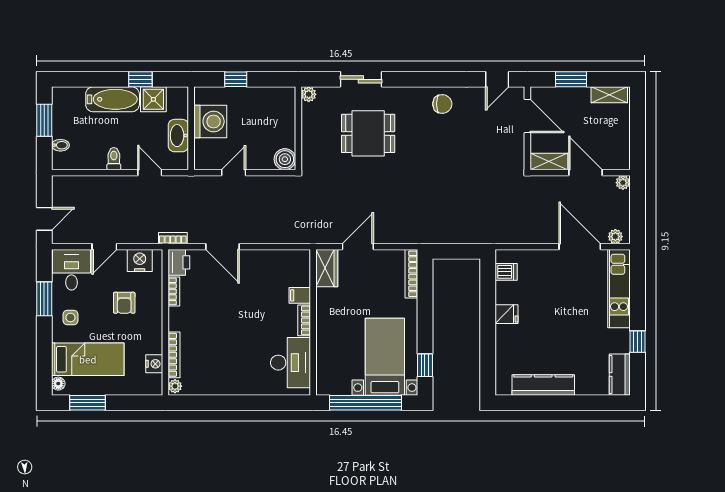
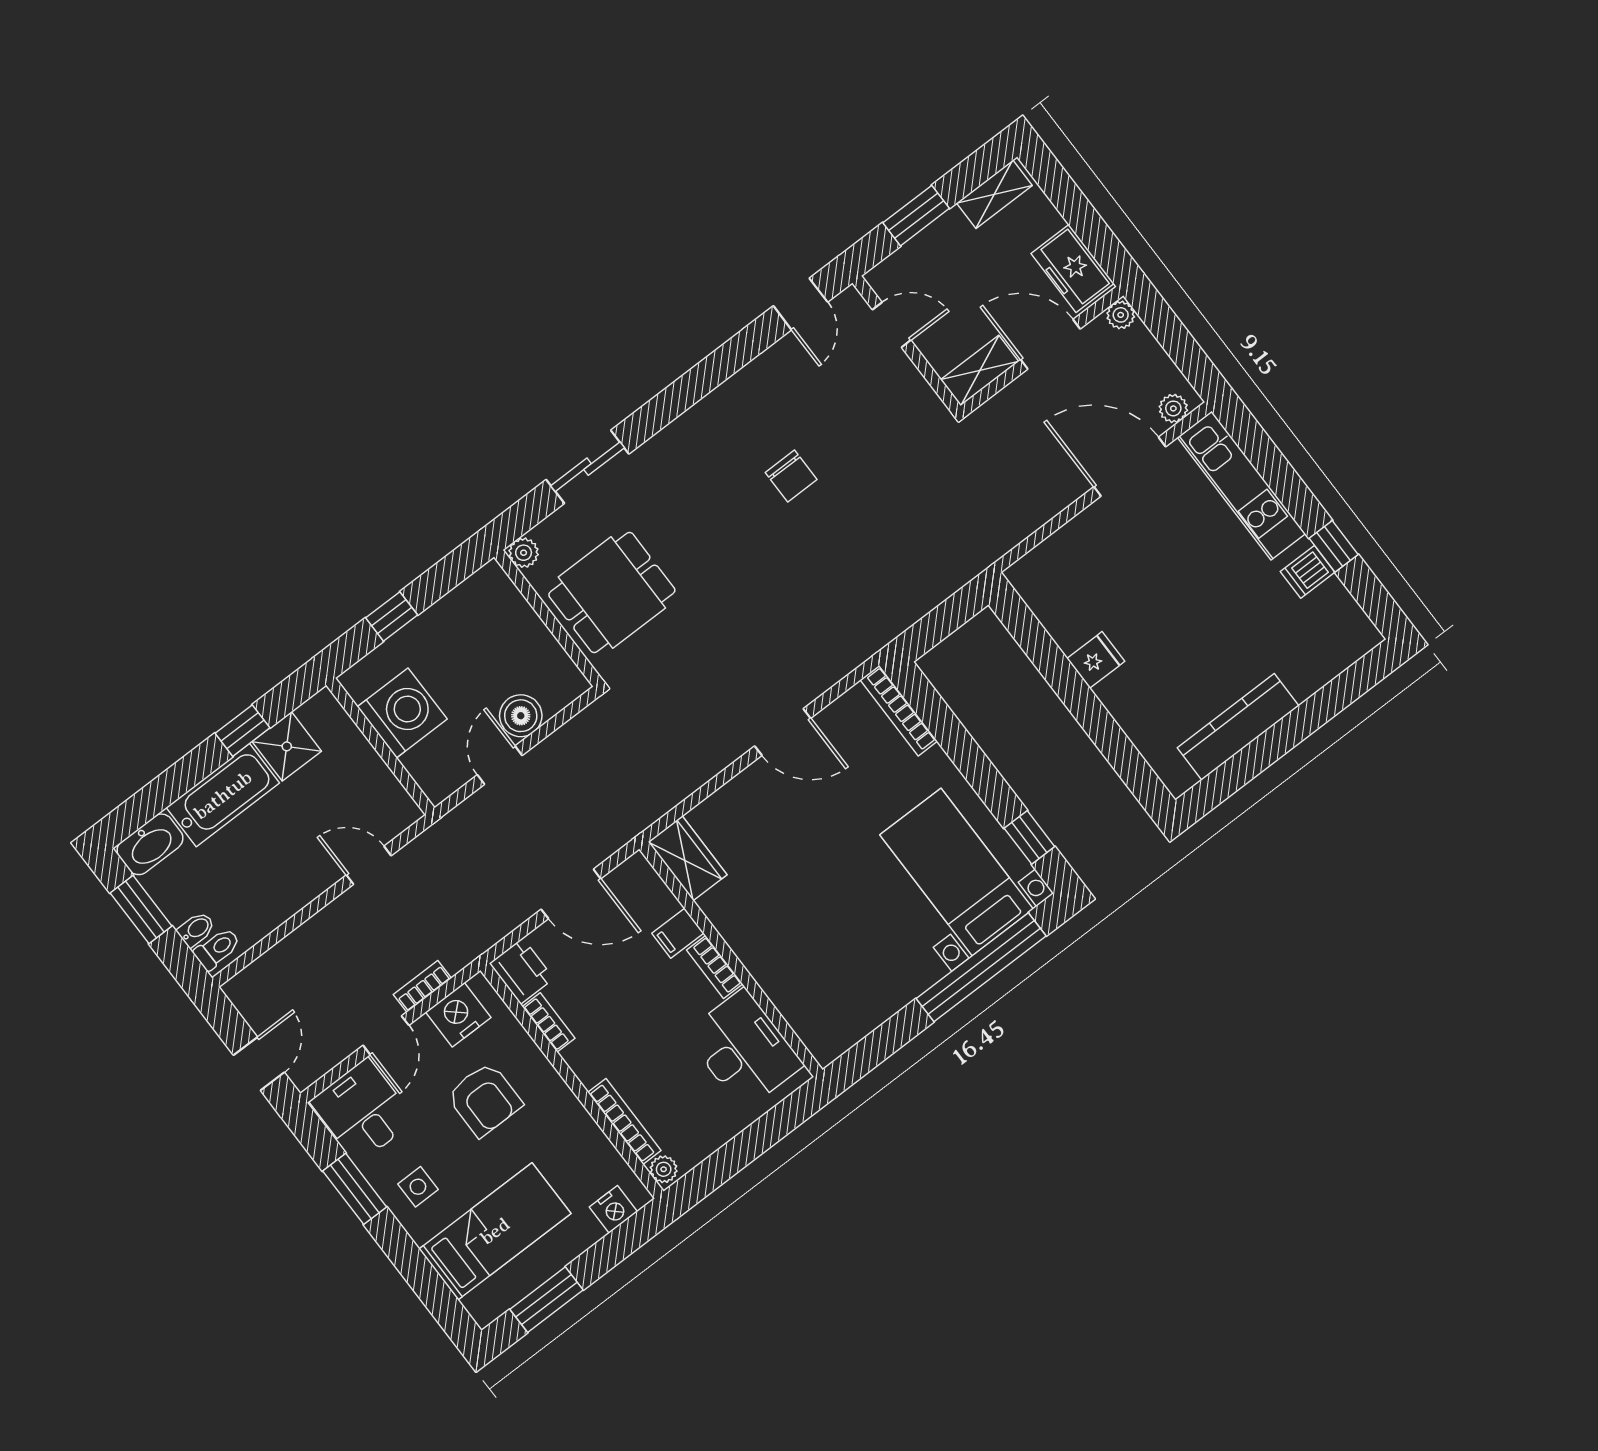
chair: (442, 104) -> (791, 476), moved, turned 90
door: (527, 116) -> (892, 325), width x0.73
dining table: (368, 133) -> (612, 593), moved
washbasin: (178, 136) -> (150, 844), moved, turned -90
freezer: (618, 149) -> (1072, 269), added
toilet: (114, 159) -> (217, 949), moved, turned 90
boiler: (285, 159) -> (521, 716), moved
bookcase: (173, 238) -> (422, 986), moved
door: (358, 247) -> (783, 732), swing flipped
wardrobe: (327, 268) -> (688, 858), moved
dishwasher: (506, 272) -> (1308, 572), moved, turned 180
filing cabinet: (300, 295) -> (678, 933), moved
armchair: (124, 303) -> (484, 1099), width x1.38, depth x1.38
bookcase: (304, 320) -> (715, 967), moved
wall: (313, 322) -> (731, 959), moved
desk: (290, 363) -> (744, 1049), moved
nightstand: (154, 364) -> (613, 1209), moved, turned 90
kitchen counter: (620, 375) -> (1345, 619), removed
floor lamp: (58, 384) -> (478, 1305), removed

